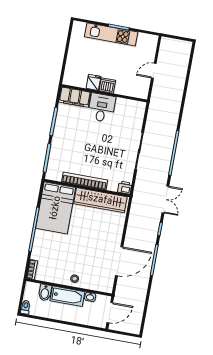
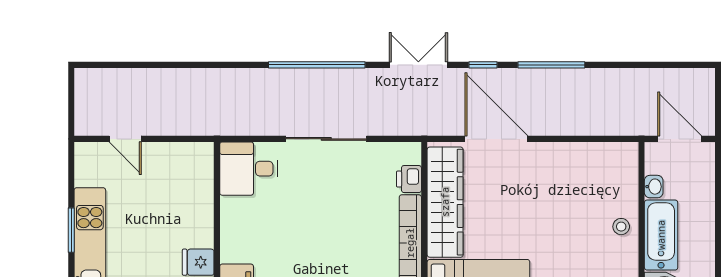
door: (154, 71) -> (125, 139), moved
dishwasher: (107, 86) -> (199, 232), removed
desk: (102, 108) -> (249, 169), moved
printer: (125, 188) -> (409, 179), moved
door: (119, 261) -> (496, 139), moved

